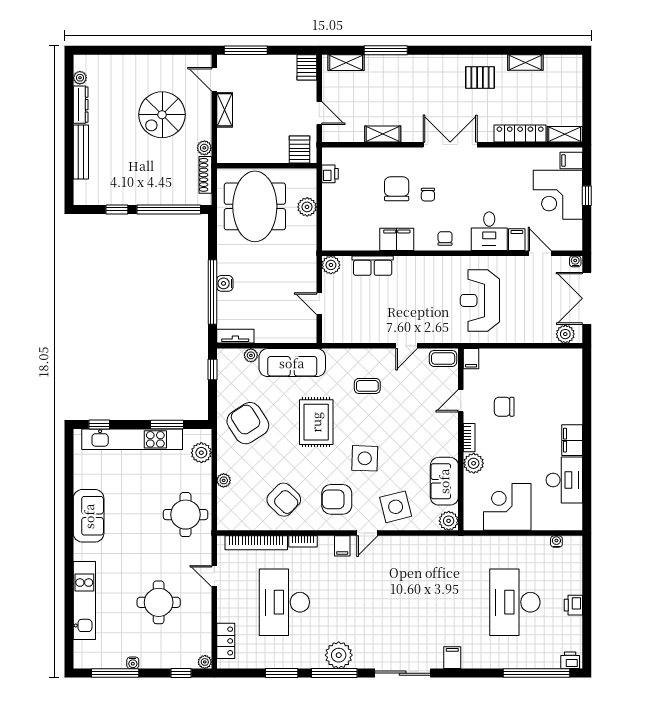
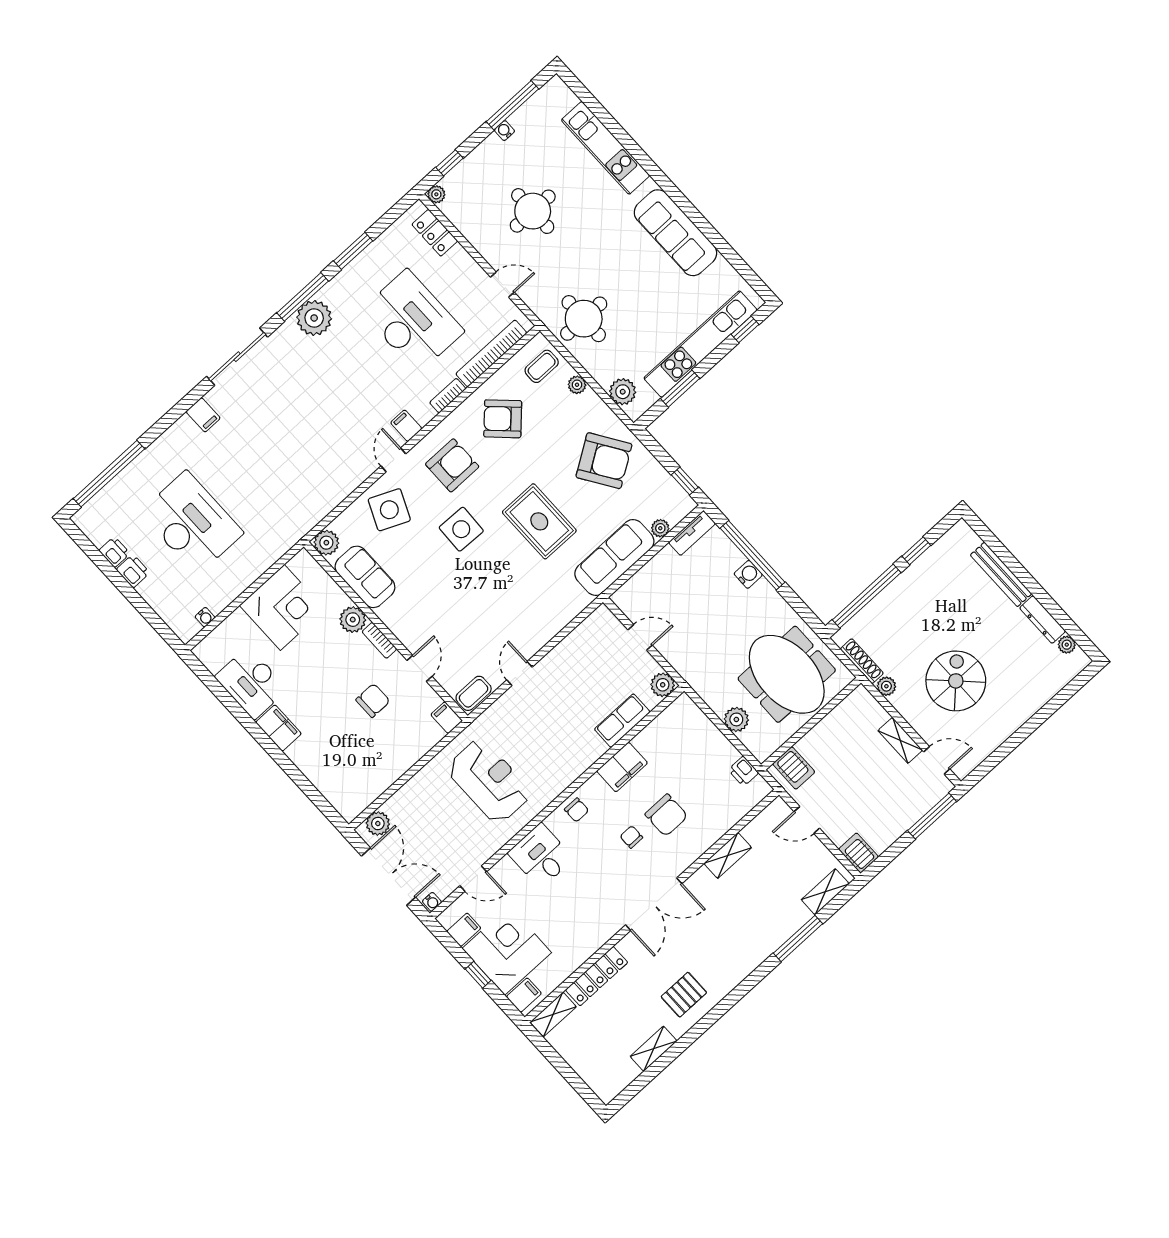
filing cabinet: (517, 240) -> (464, 930), moved, turned -90
coffee table: (367, 386) -> (542, 366), moved
side table: (396, 507) -> (389, 510), turned 38
sofa: (89, 516) -> (675, 233), width x1.36
printer: (570, 660) -> (114, 552), moved, turned -90

